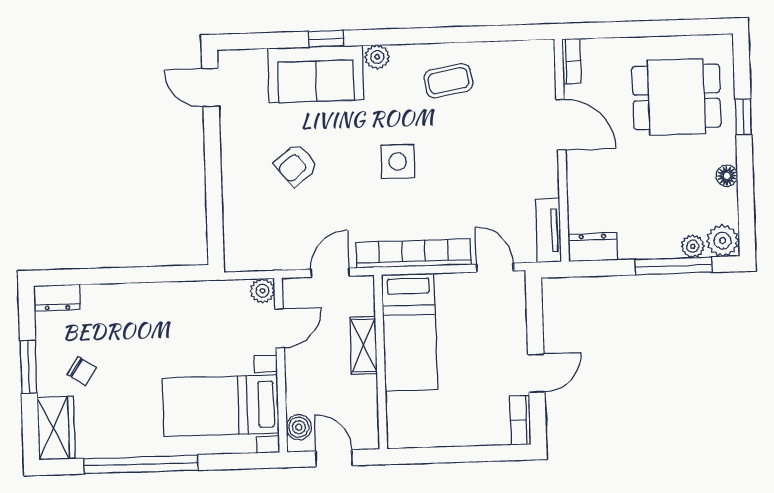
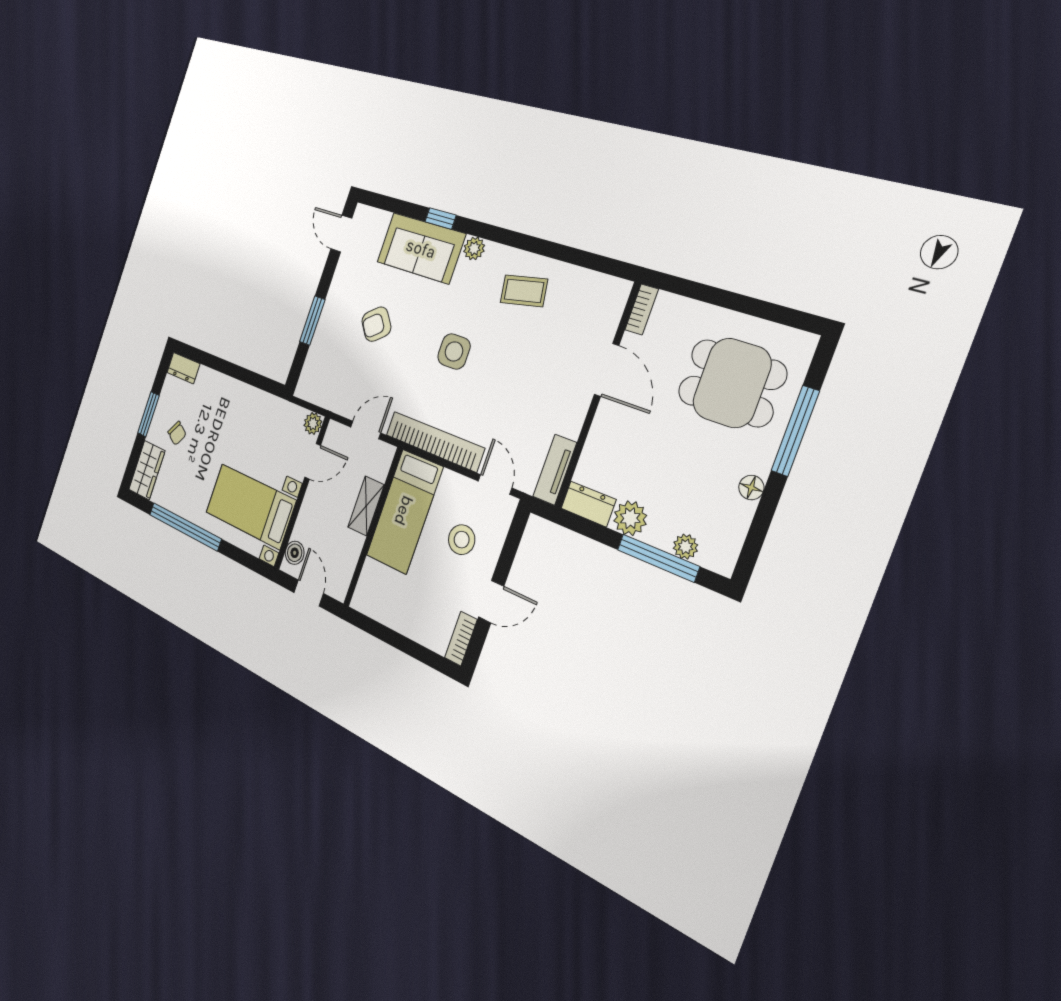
window: (743, 117) -> (795, 431), width x2.17
window: (214, 188) -> (312, 321), added
plant: (723, 241) -> (630, 518), moved
stool: (482, 332) -> (462, 540), added

